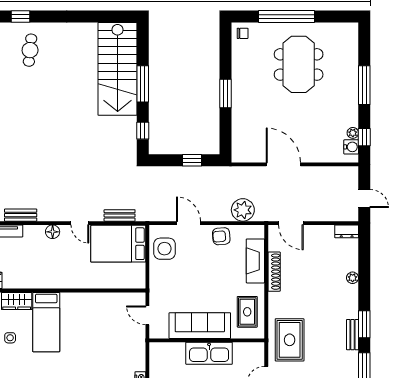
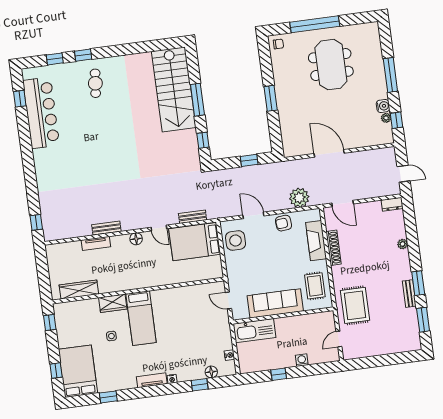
water cooler: (351, 147) -> (383, 106), moved
kitchen sink: (209, 353) -> (255, 331), moved

